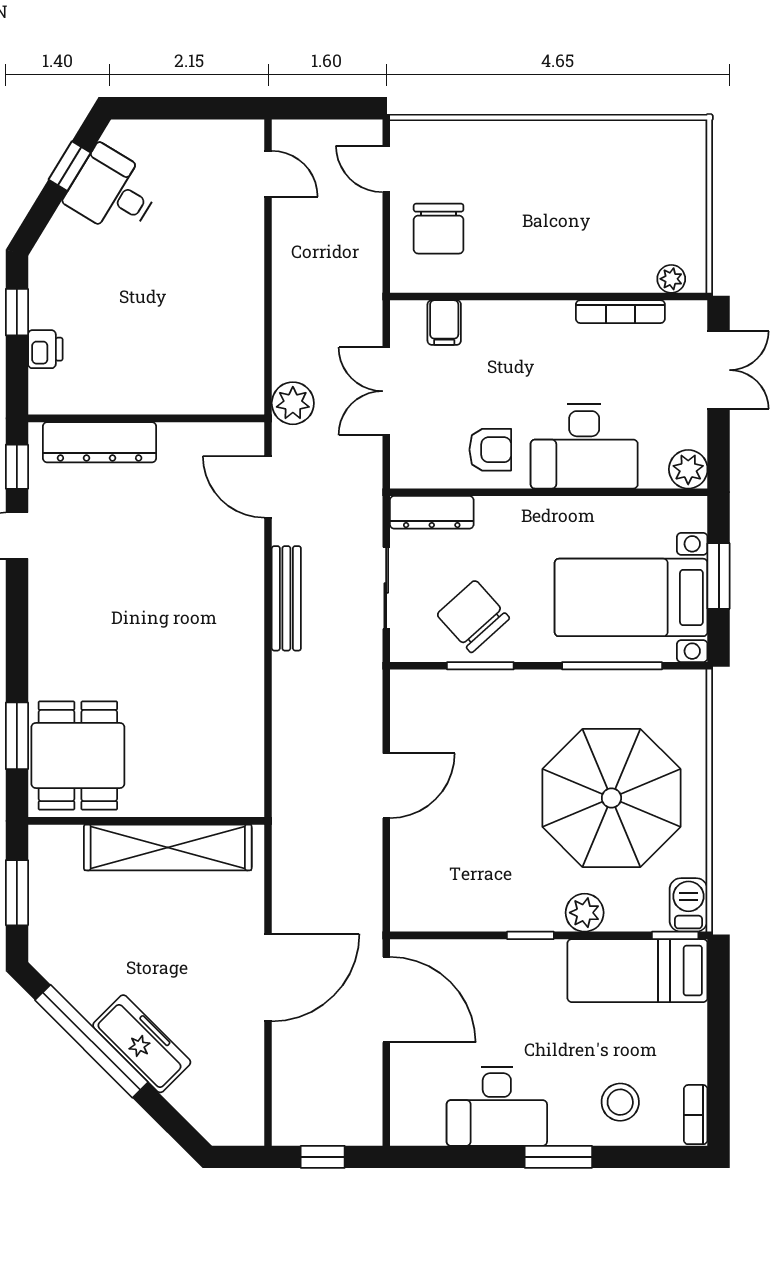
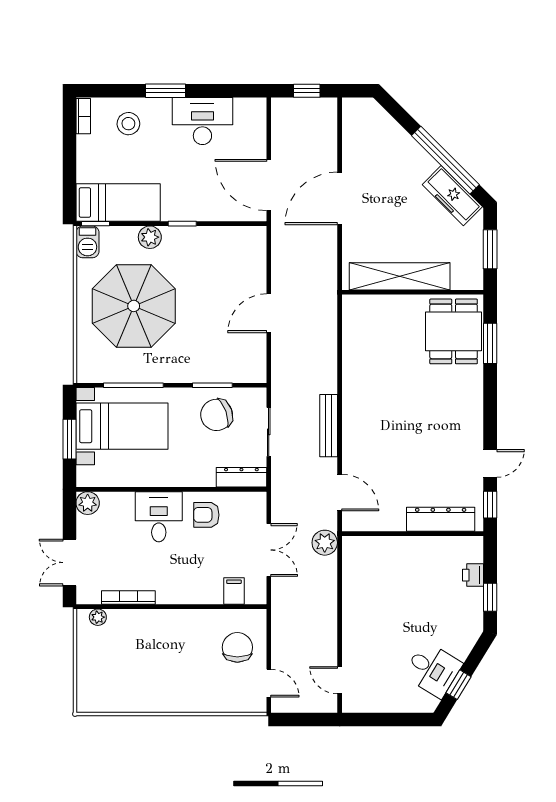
desk: (584, 446) -> (159, 517), width x0.73
chair: (473, 616) -> (217, 415), turned 112
freezer: (142, 1044) -> (452, 196), moved

